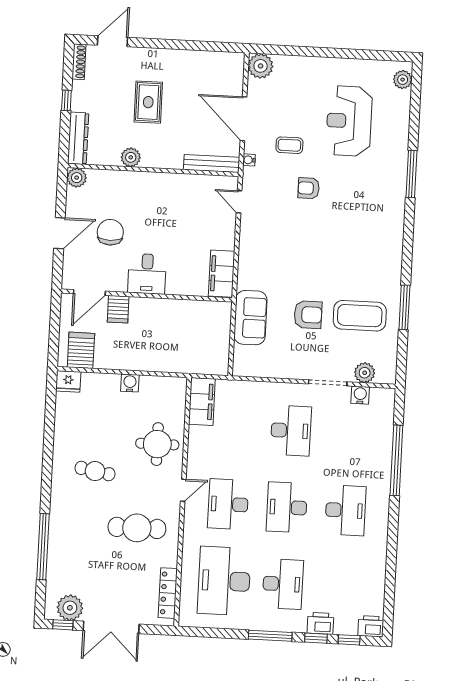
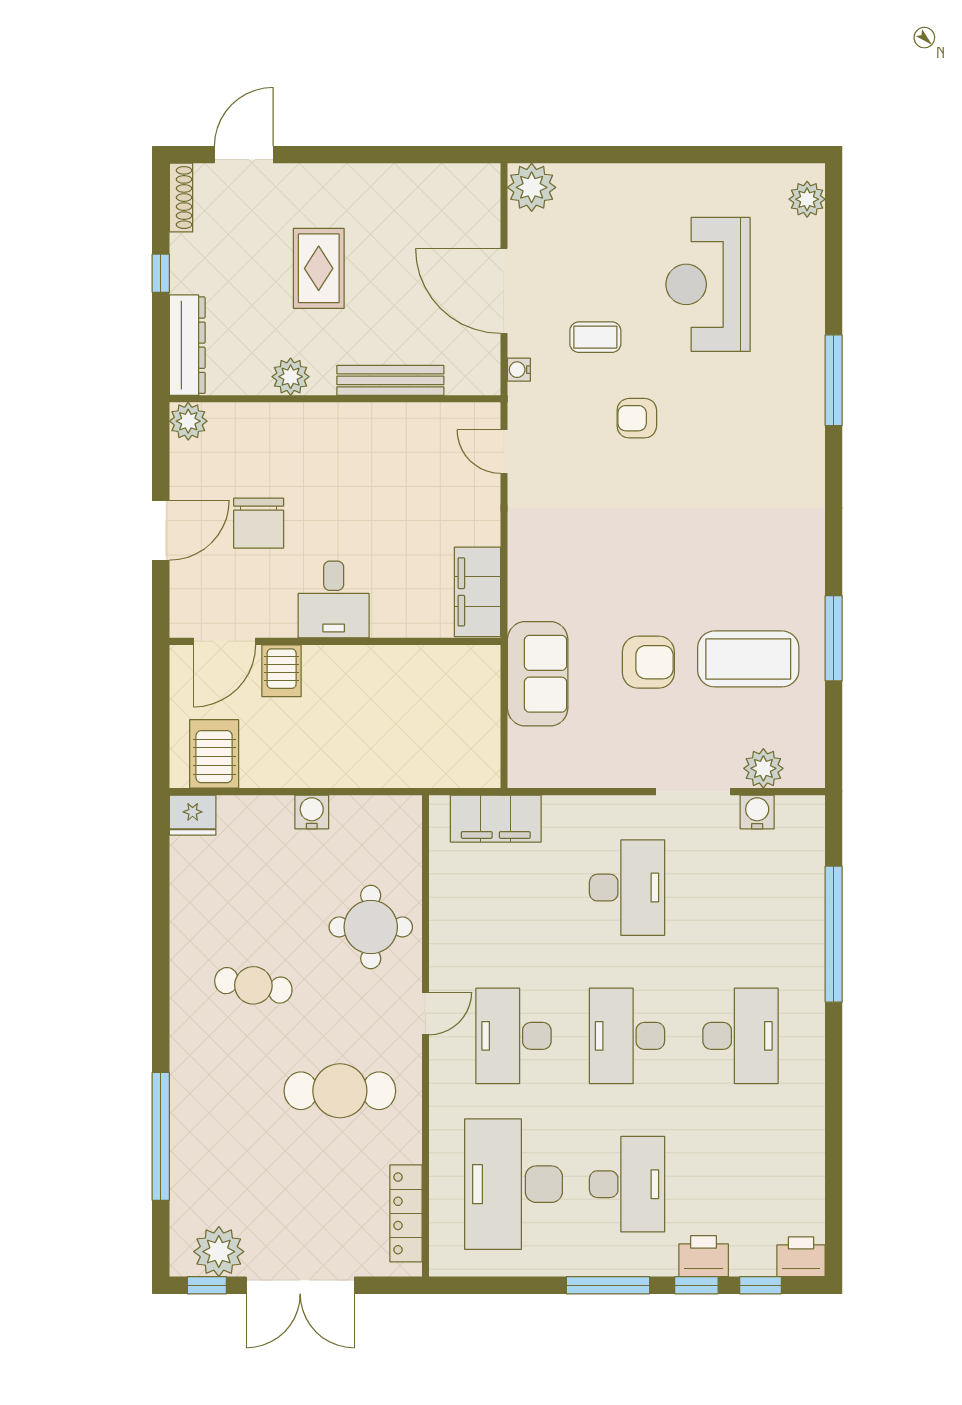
bench: (212, 164) -> (390, 380), moved
chair: (110, 232) -> (259, 523), turned 180
filing cabinet: (202, 401) -> (496, 819), moved, turned 90

